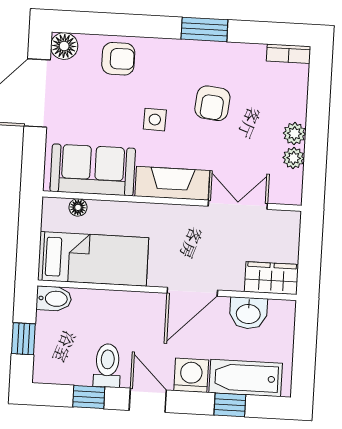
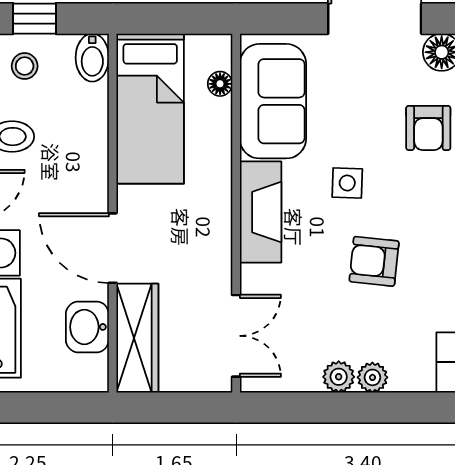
plant: (294, 158) -> (372, 377), moved
double door: (238, 205) -> (236, 336), moved
wardrobe: (271, 278) -> (137, 338), width x1.50
stool: (57, 348) -> (25, 66), added

